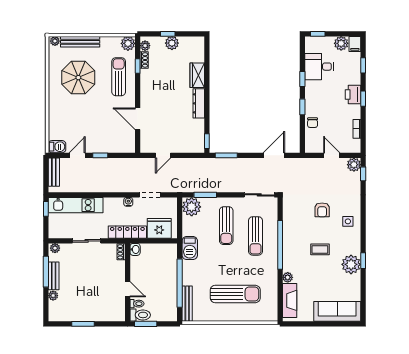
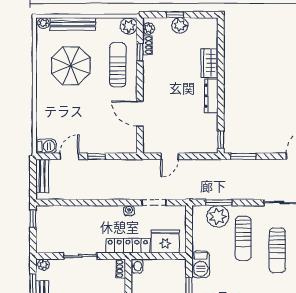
kitchen unit: (76, 205) -> (68, 214), removed
plant: (192, 207) -> (218, 216), moved

